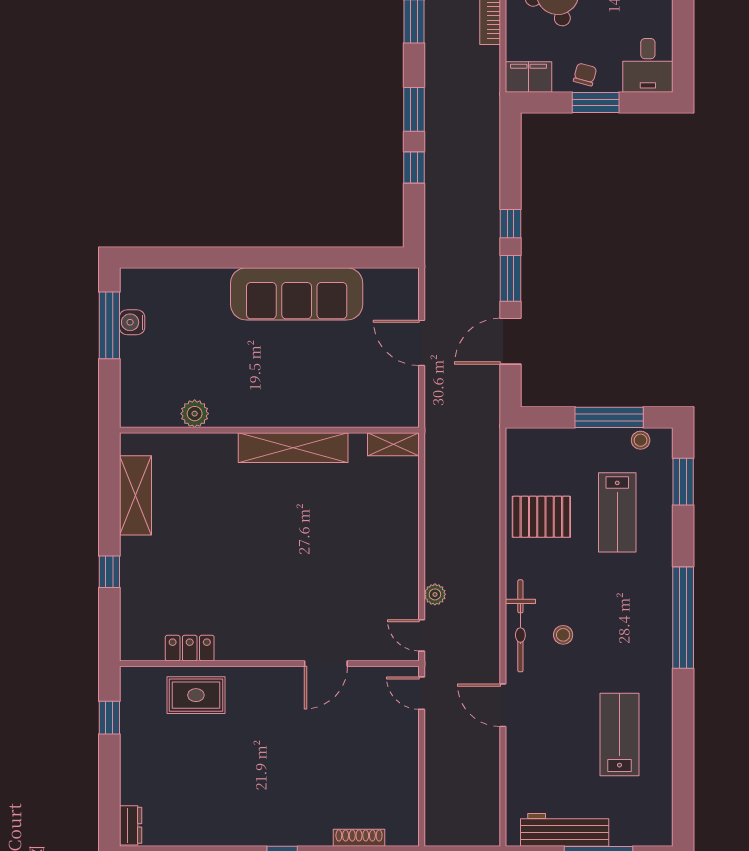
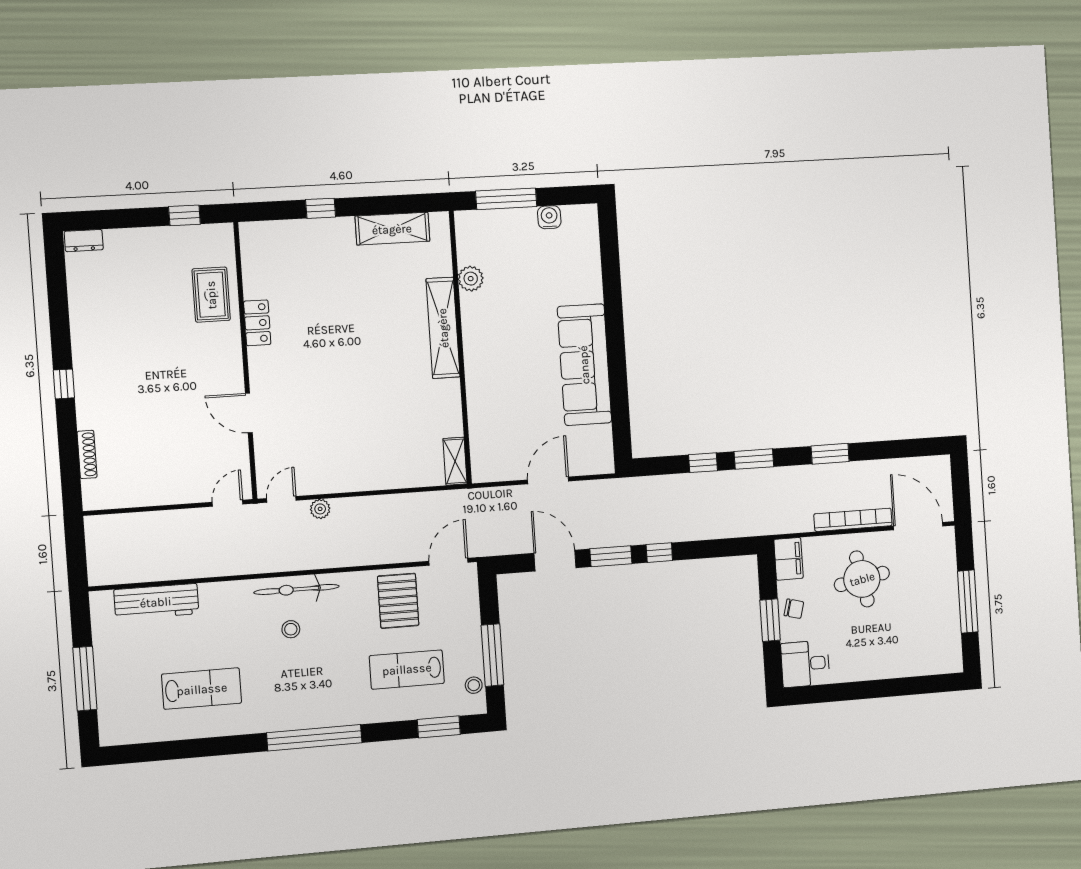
window: (109, 325) -> (506, 199), moved
shelving: (293, 448) -> (443, 328), moved
locker: (190, 648) -> (257, 323), moved
door: (503, 705) -> (449, 562), moved
workbench: (565, 830) -> (156, 602), moved, turned 90

